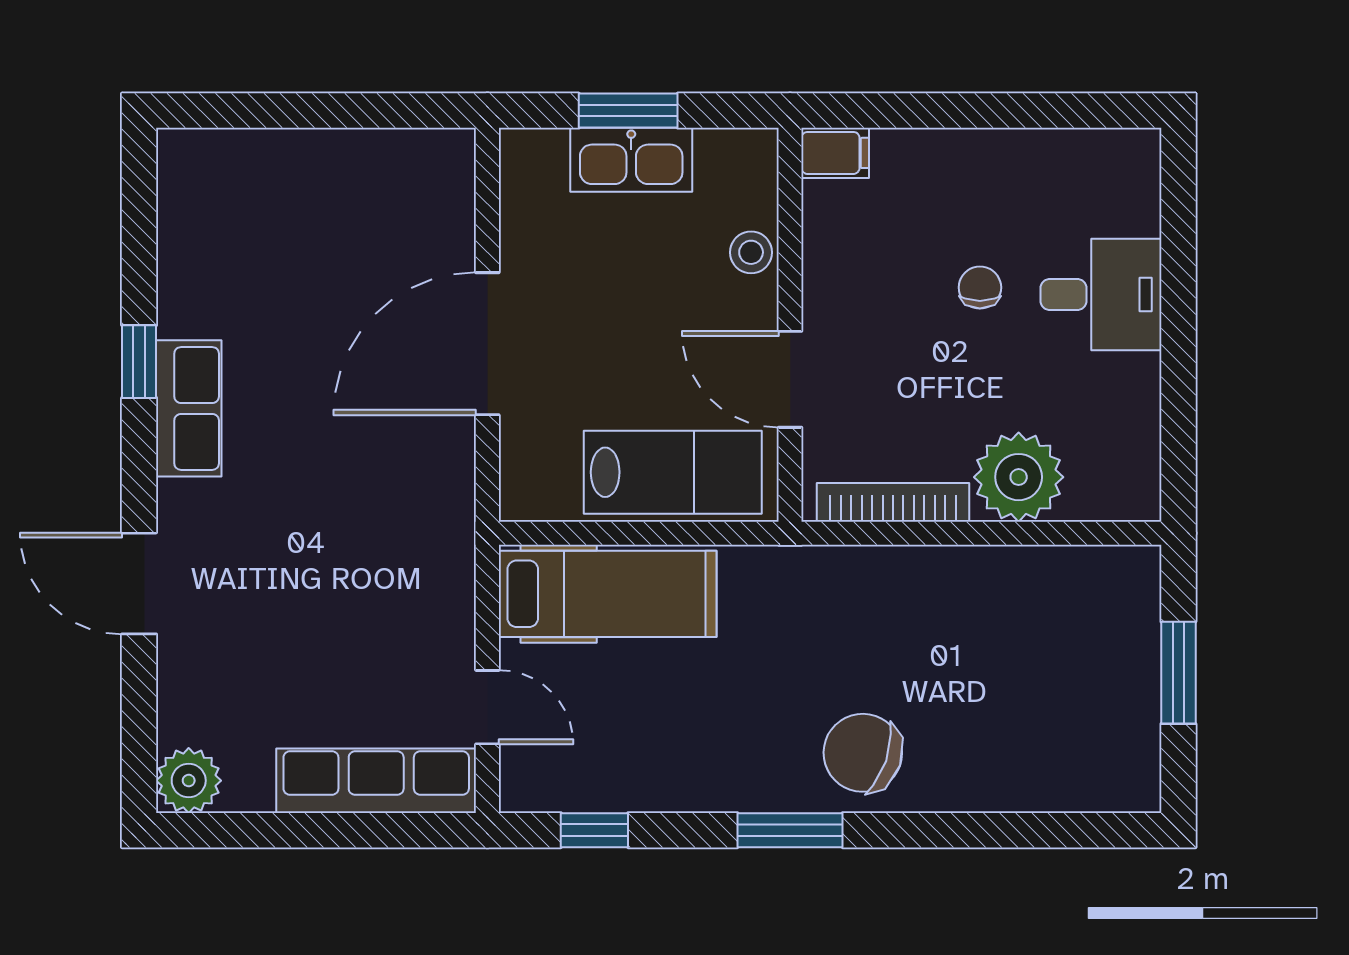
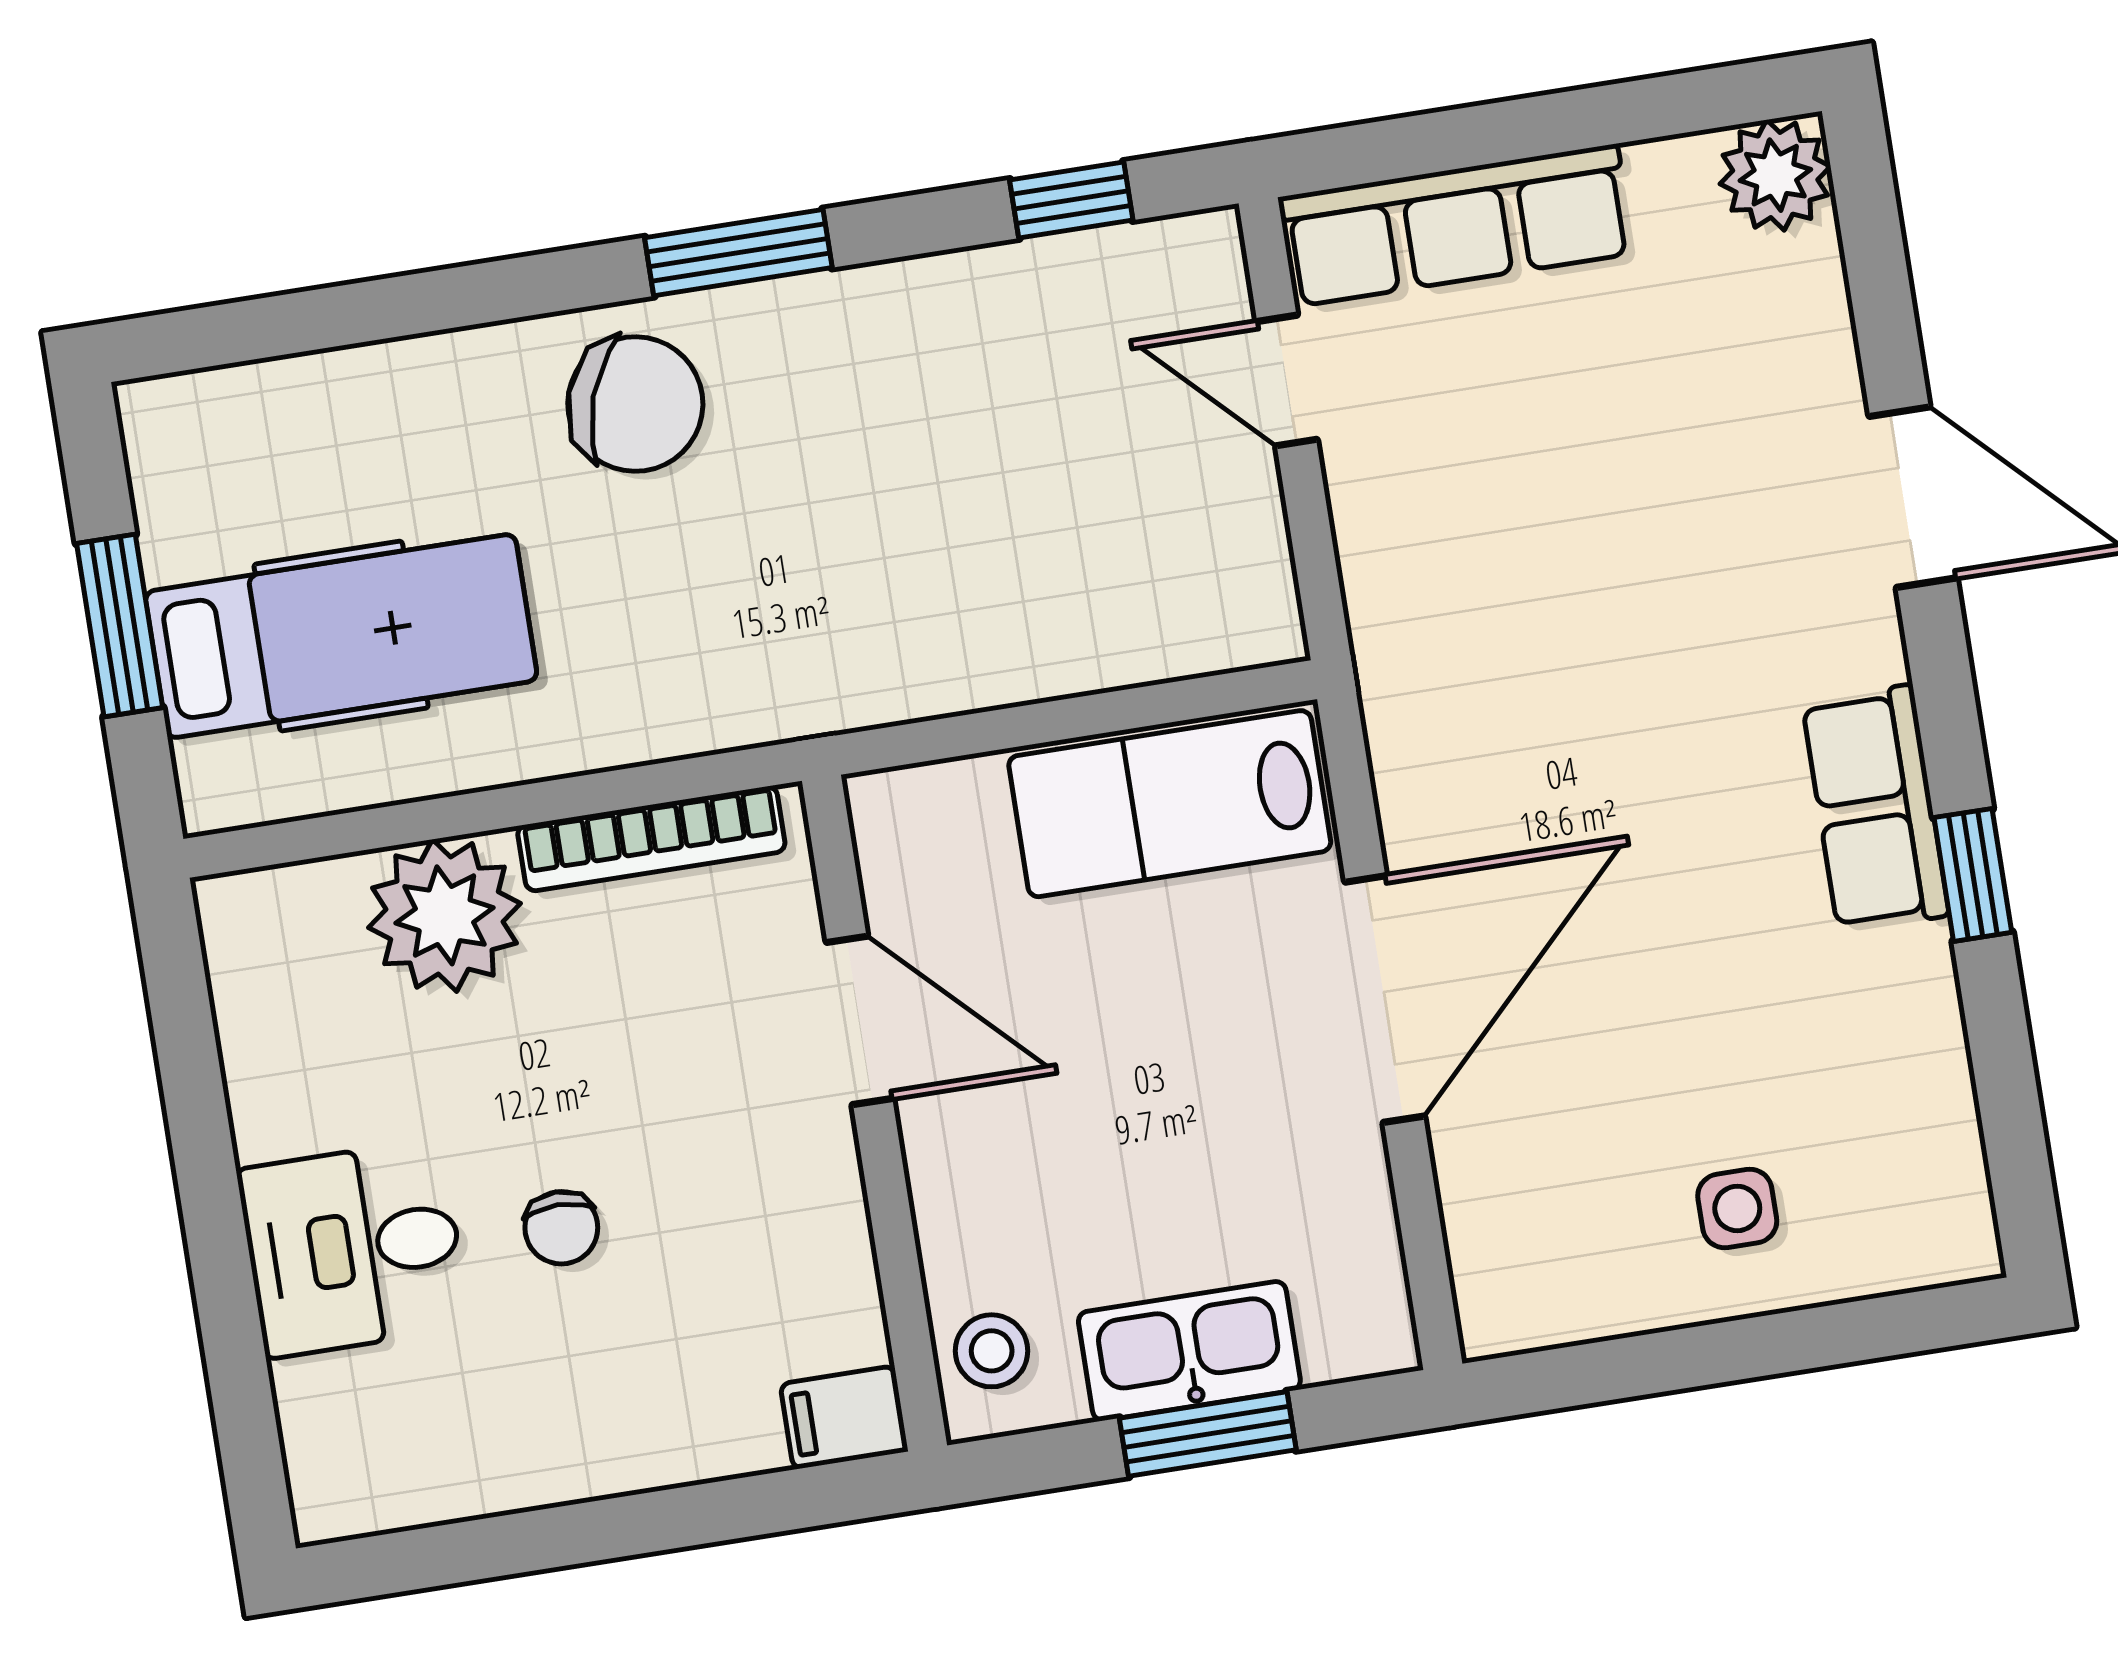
side table: (304, 192) -> (1737, 1208), added
stool: (751, 252) -> (992, 1351), moved
lab bench: (673, 472) -> (1170, 804), moved
hospital bed: (608, 594) -> (341, 636), moved, turned 180

